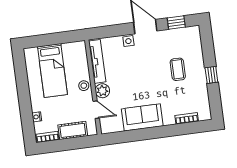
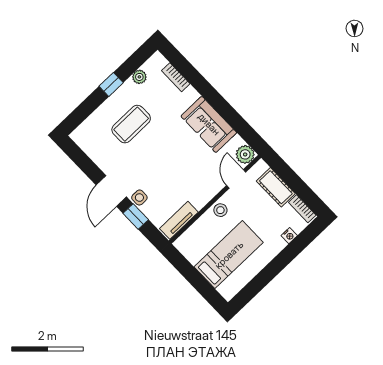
window: (176, 22) -> (136, 216), moved
tv unit: (97, 61) -> (179, 220), width x0.71
coffee table: (178, 69) -> (131, 124), width x1.36, depth x1.30
plant: (102, 91) -> (245, 154), moved
plant: (203, 96) -> (139, 77), added

